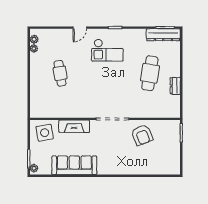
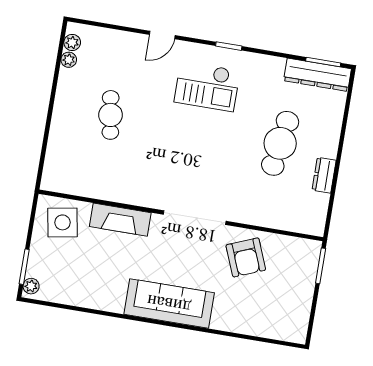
sofa: (74, 165) -> (169, 303), moved

